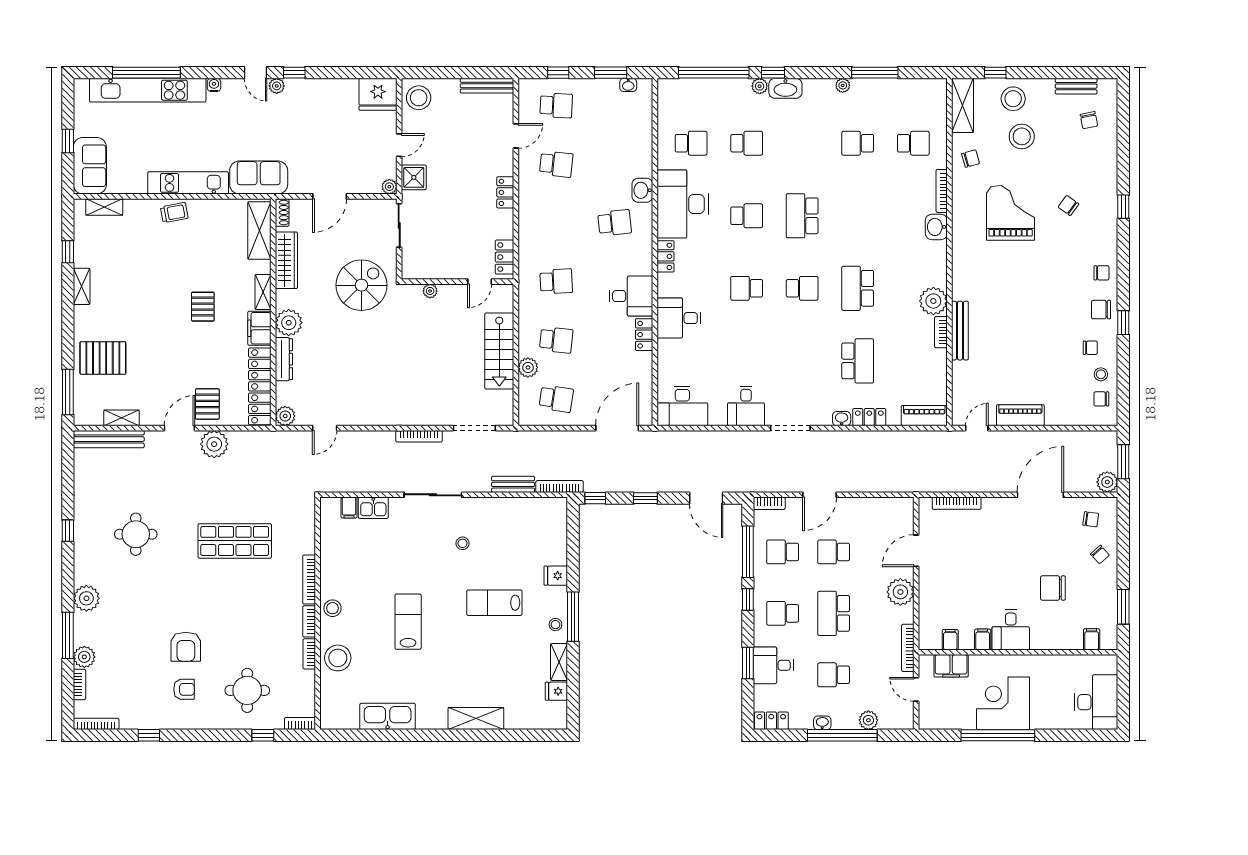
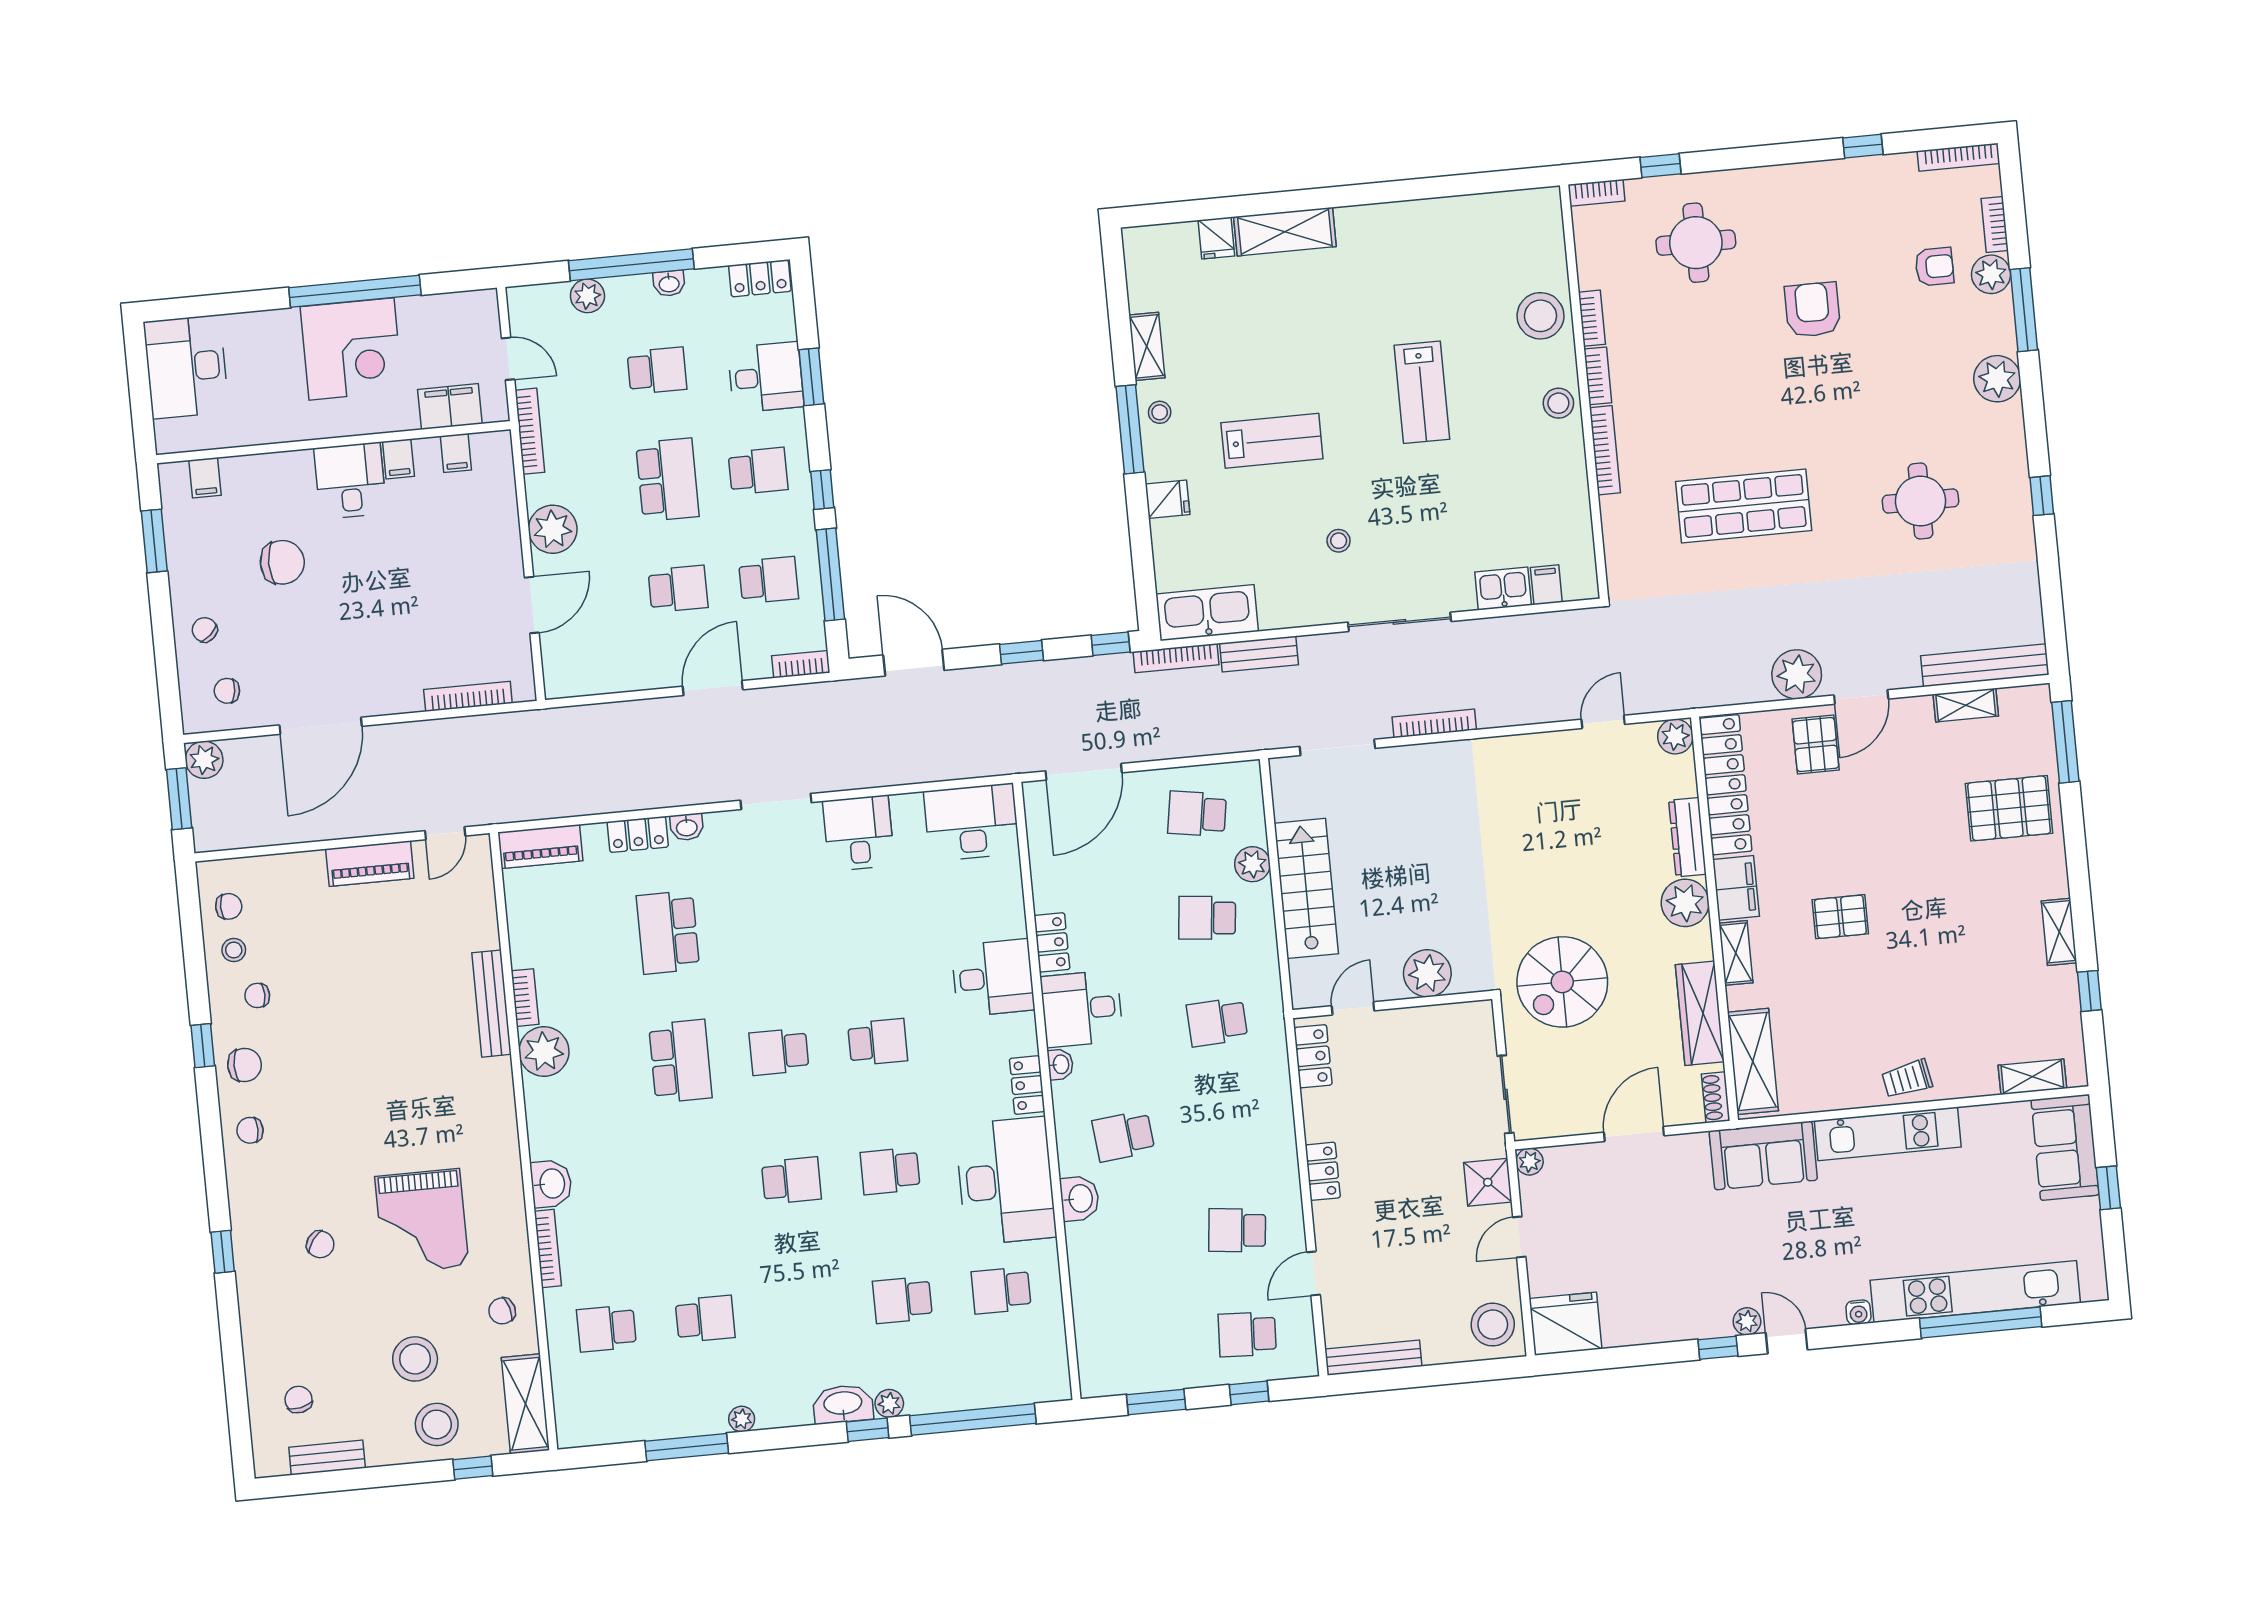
washbasin: (628, 85) -> (1060, 1064), moved, turned 90
school desk: (802, 216) -> (791, 1181), width x0.54
plant: (430, 291) -> (1427, 973), width x1.88, depth x1.88
pallet: (203, 307) -> (1840, 917), turned 90
armchair: (184, 689) -> (1934, 267), moved, turned 180
fridge: (556, 691) -> (1216, 238), moved, turned 90
kitchen sink: (388, 716) -> (1207, 613), moved, turned 180

